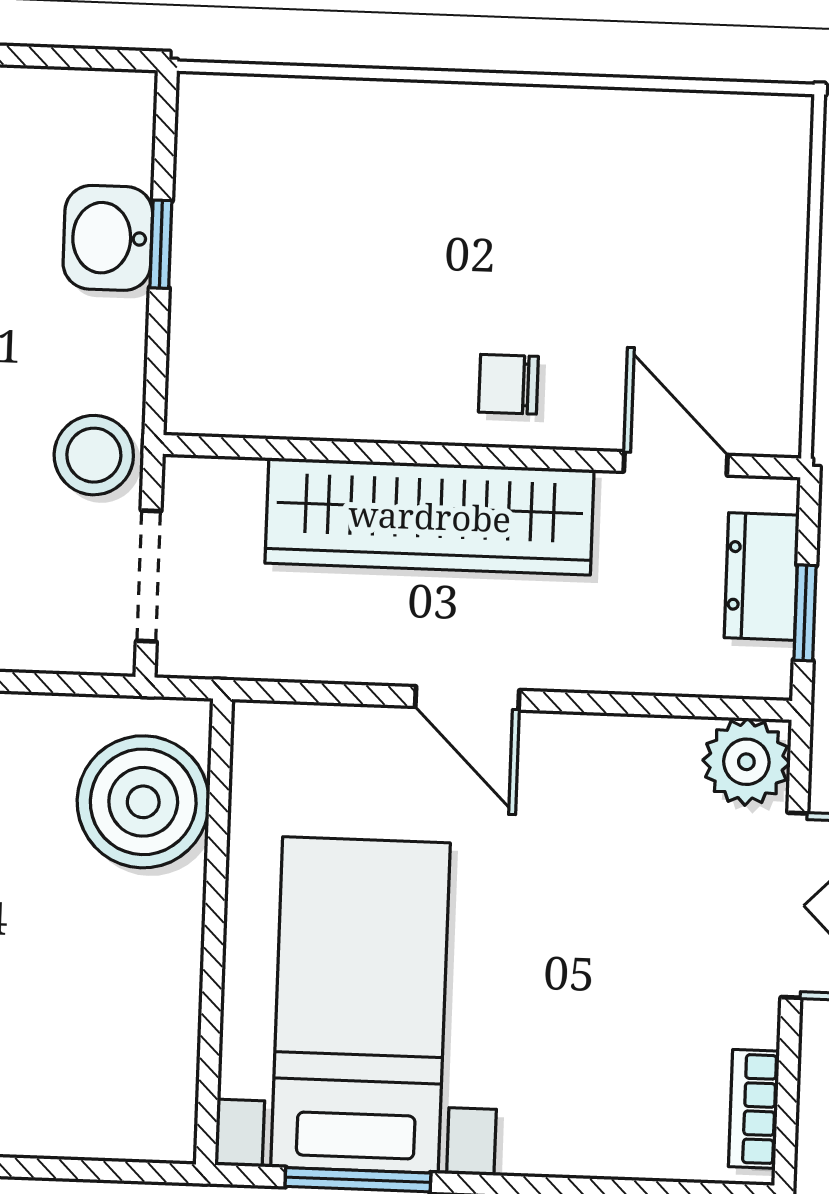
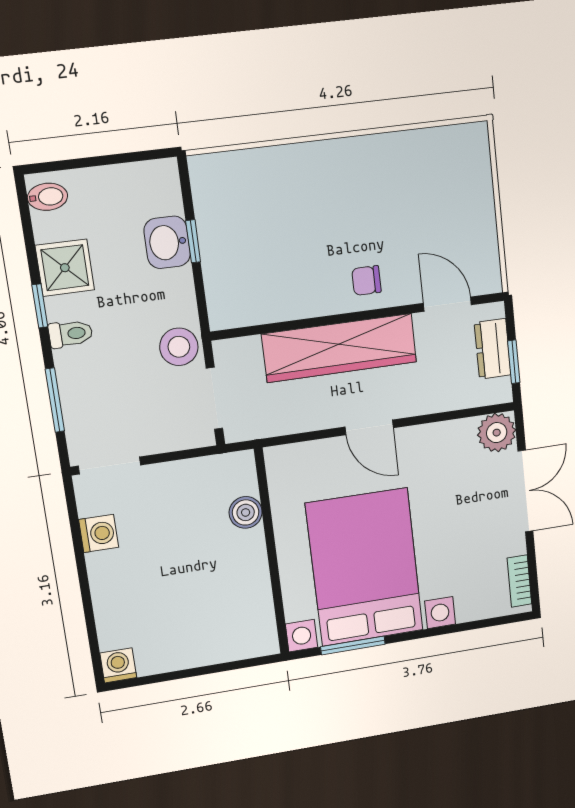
boiler: (143, 802) -> (246, 512), width x0.54, depth x0.54
bed with nightstands: (360, 1005) -> (365, 567), width x1.36

